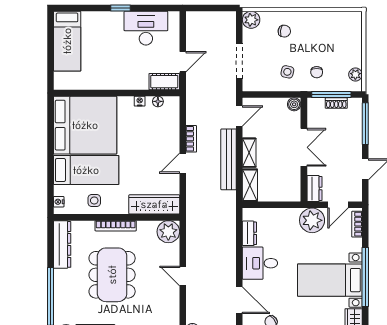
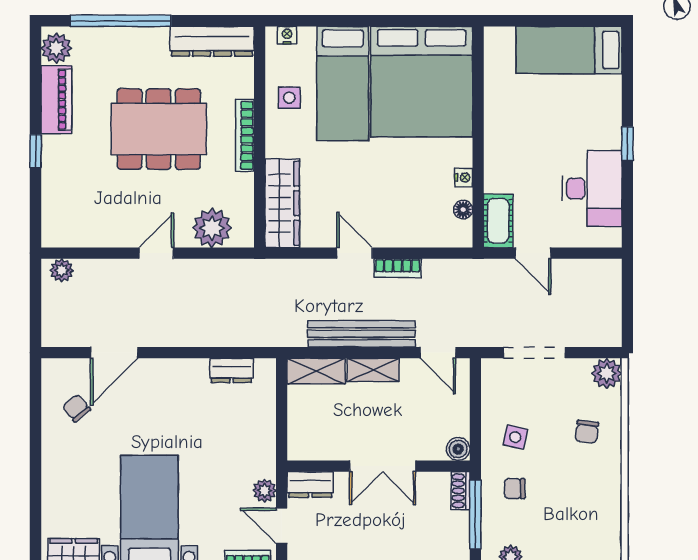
shoe rack: (336, 103) -> (460, 491), moved
plant: (312, 220) -> (265, 491), width x0.53, depth x0.53
plant: (168, 232) -> (212, 228), moved
desk: (260, 263) -> (179, 389), removed

